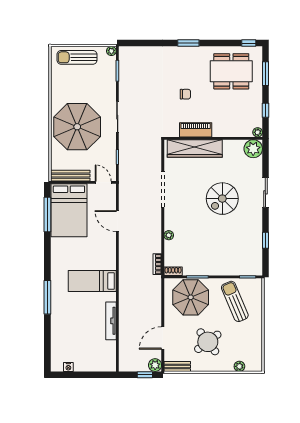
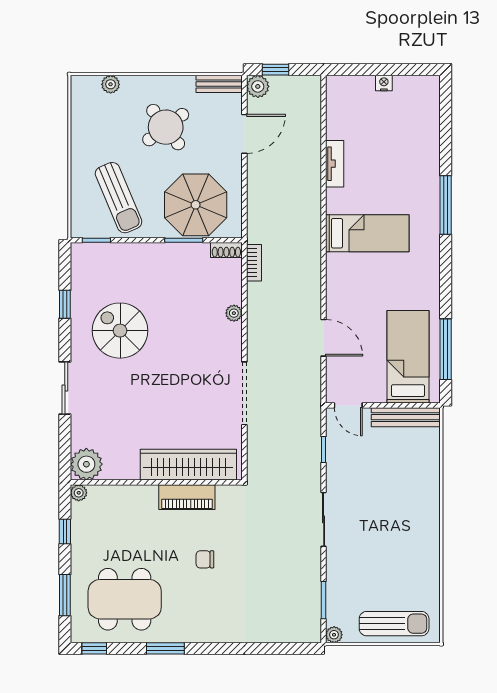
window: (188, 43) -> (165, 648), moved
parasol: (77, 127) -> (394, 502), removed
spiral stairs: (222, 199) -> (120, 331), moved, turned -90
bed: (69, 210) -> (408, 357), width x0.67
tv unit: (111, 321) -> (335, 164), width x0.71
nightstand: (68, 367) -> (384, 83), moved

